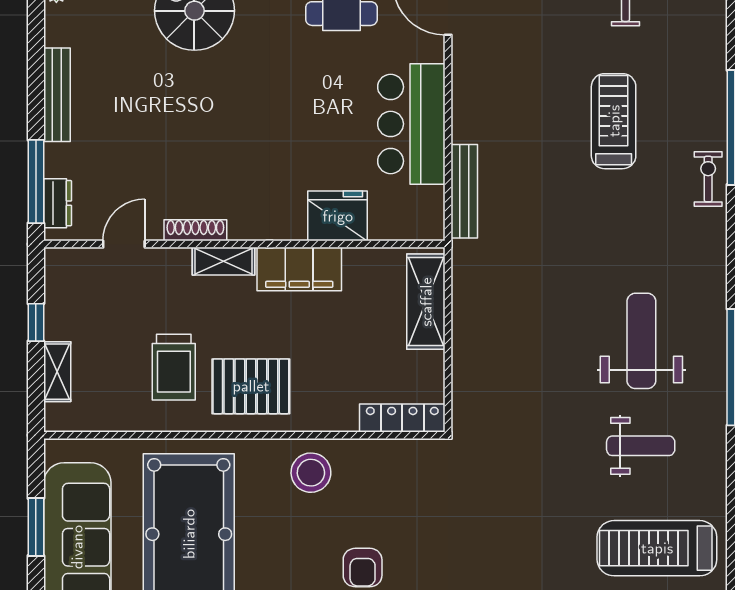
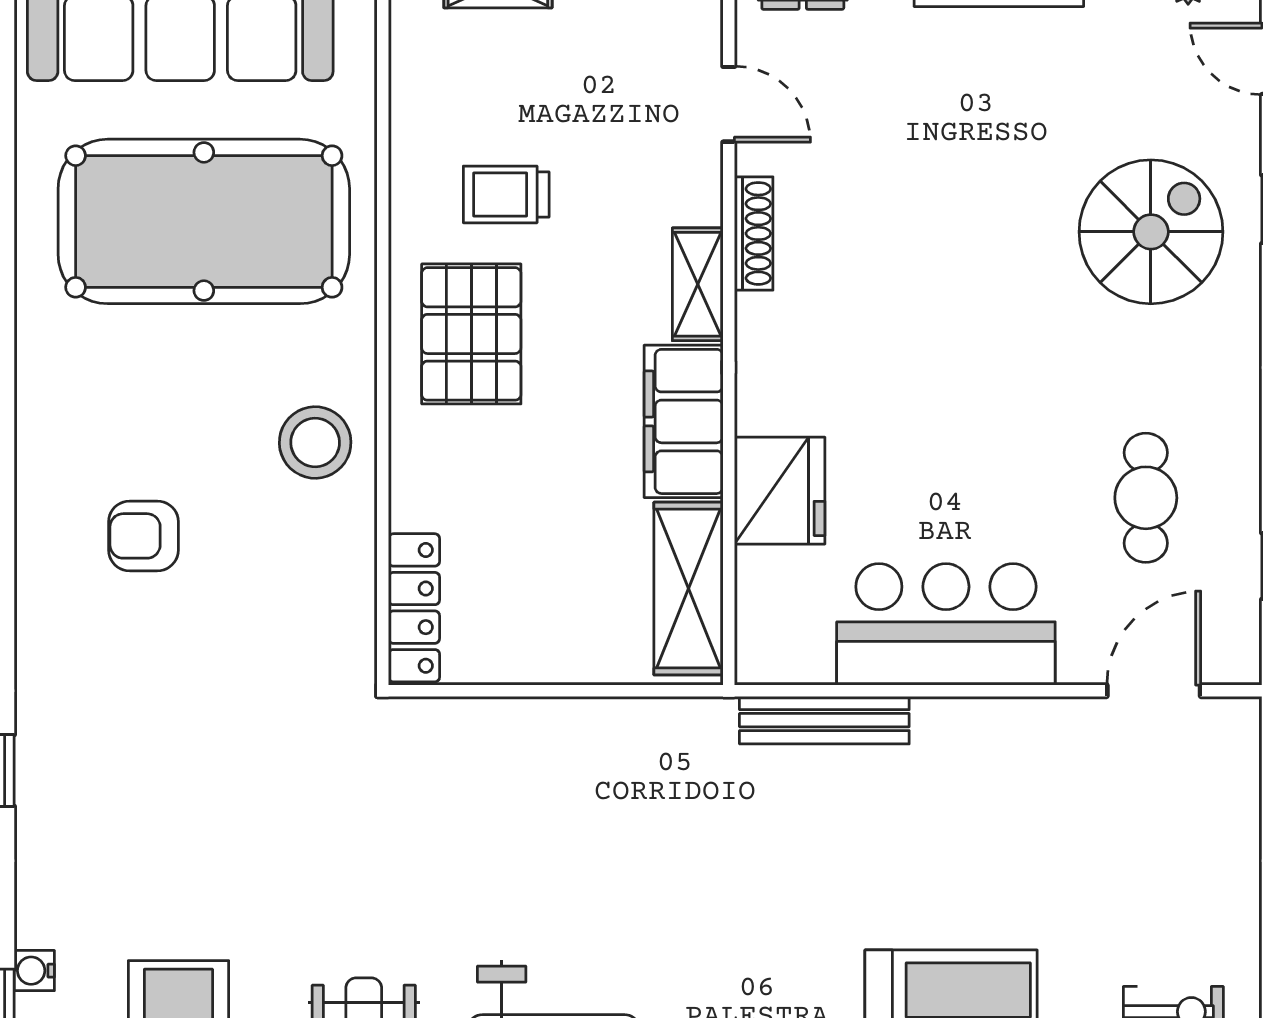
shelving: (426, 302) -> (689, 589), moved, turned 90
trolley: (174, 367) -> (506, 194), width x0.73, depth x0.72

